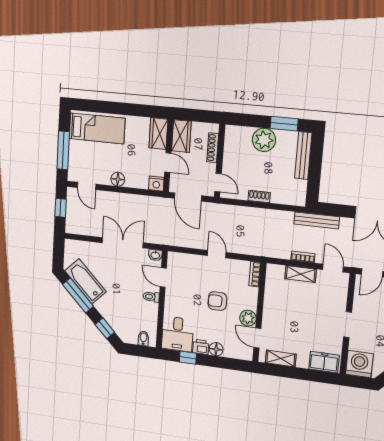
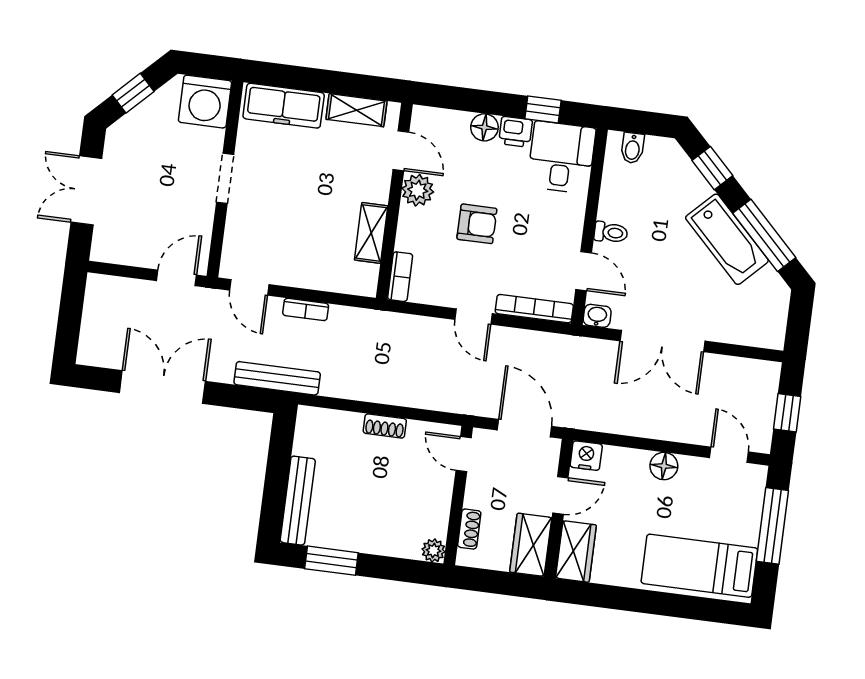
plant: (264, 140) -> (433, 550), moved, width x0.53, depth x0.53
shoe rack: (213, 148) -> (469, 529), width x0.70
door: (168, 163) -> (560, 495), swing flipped
bookcase: (186, 258) -> (534, 309), added
shelving: (301, 274) -> (371, 233), moved, turned 90
bathtub: (85, 281) -> (727, 239), moved
freezer: (324, 362) -> (284, 106), width x1.40

